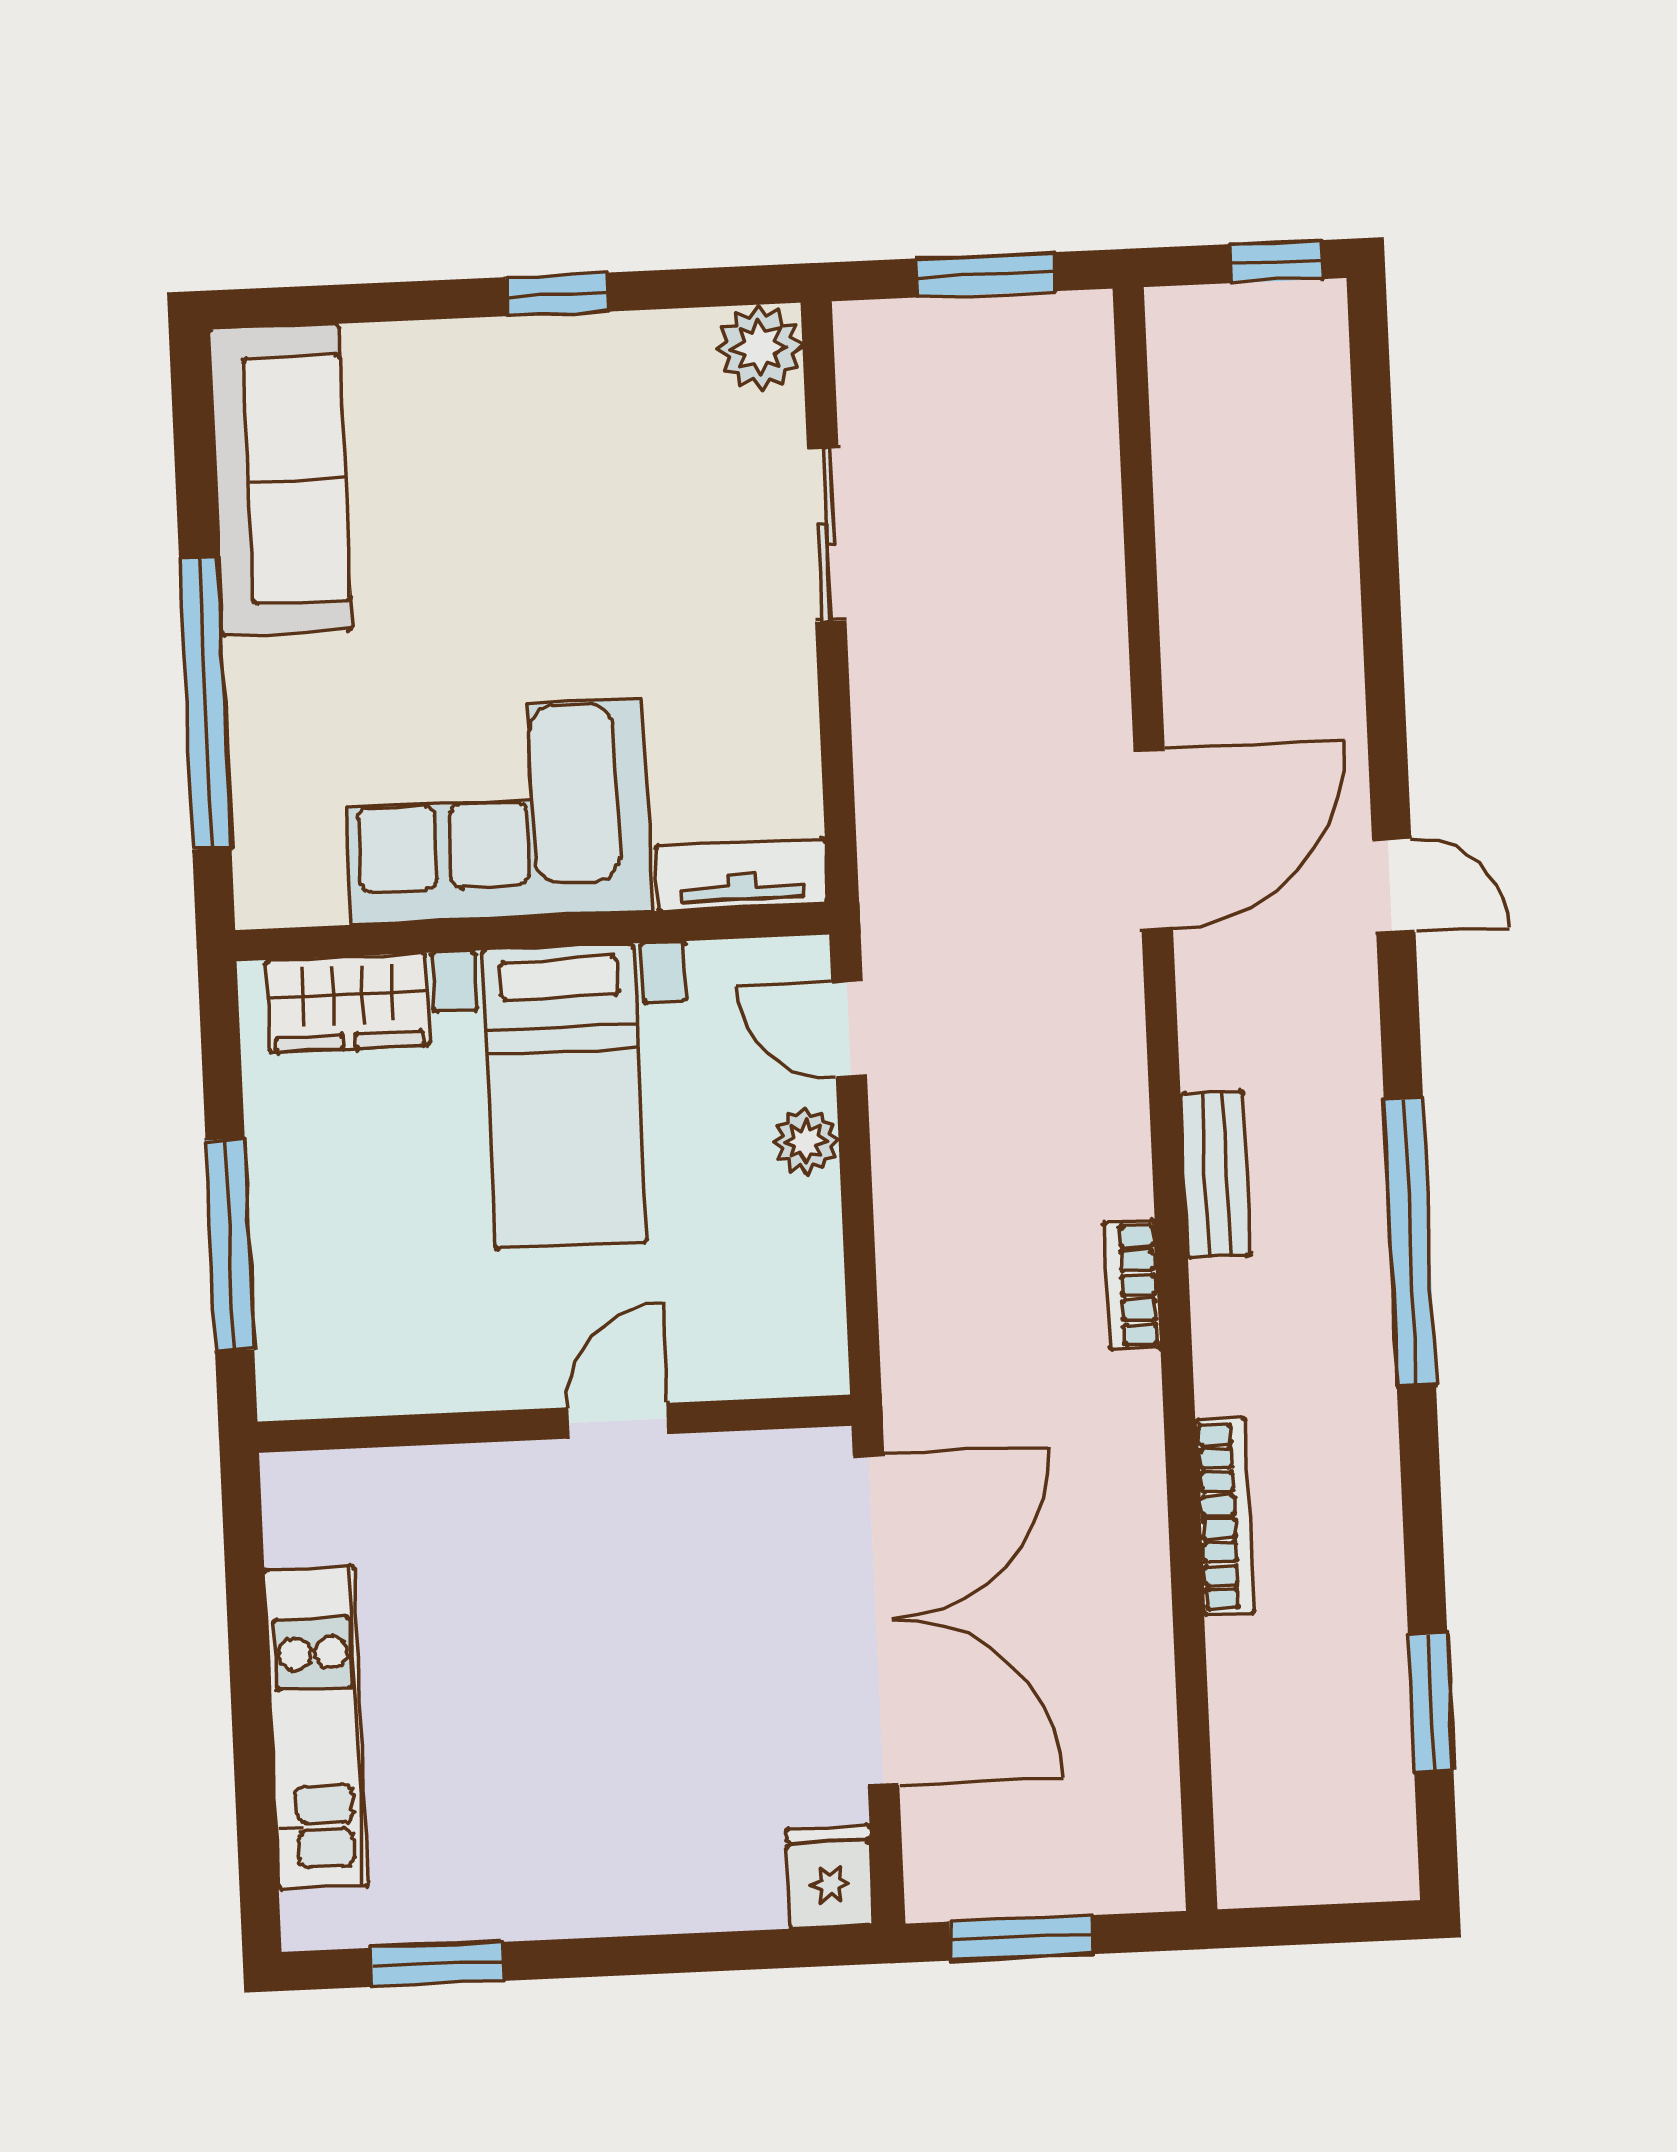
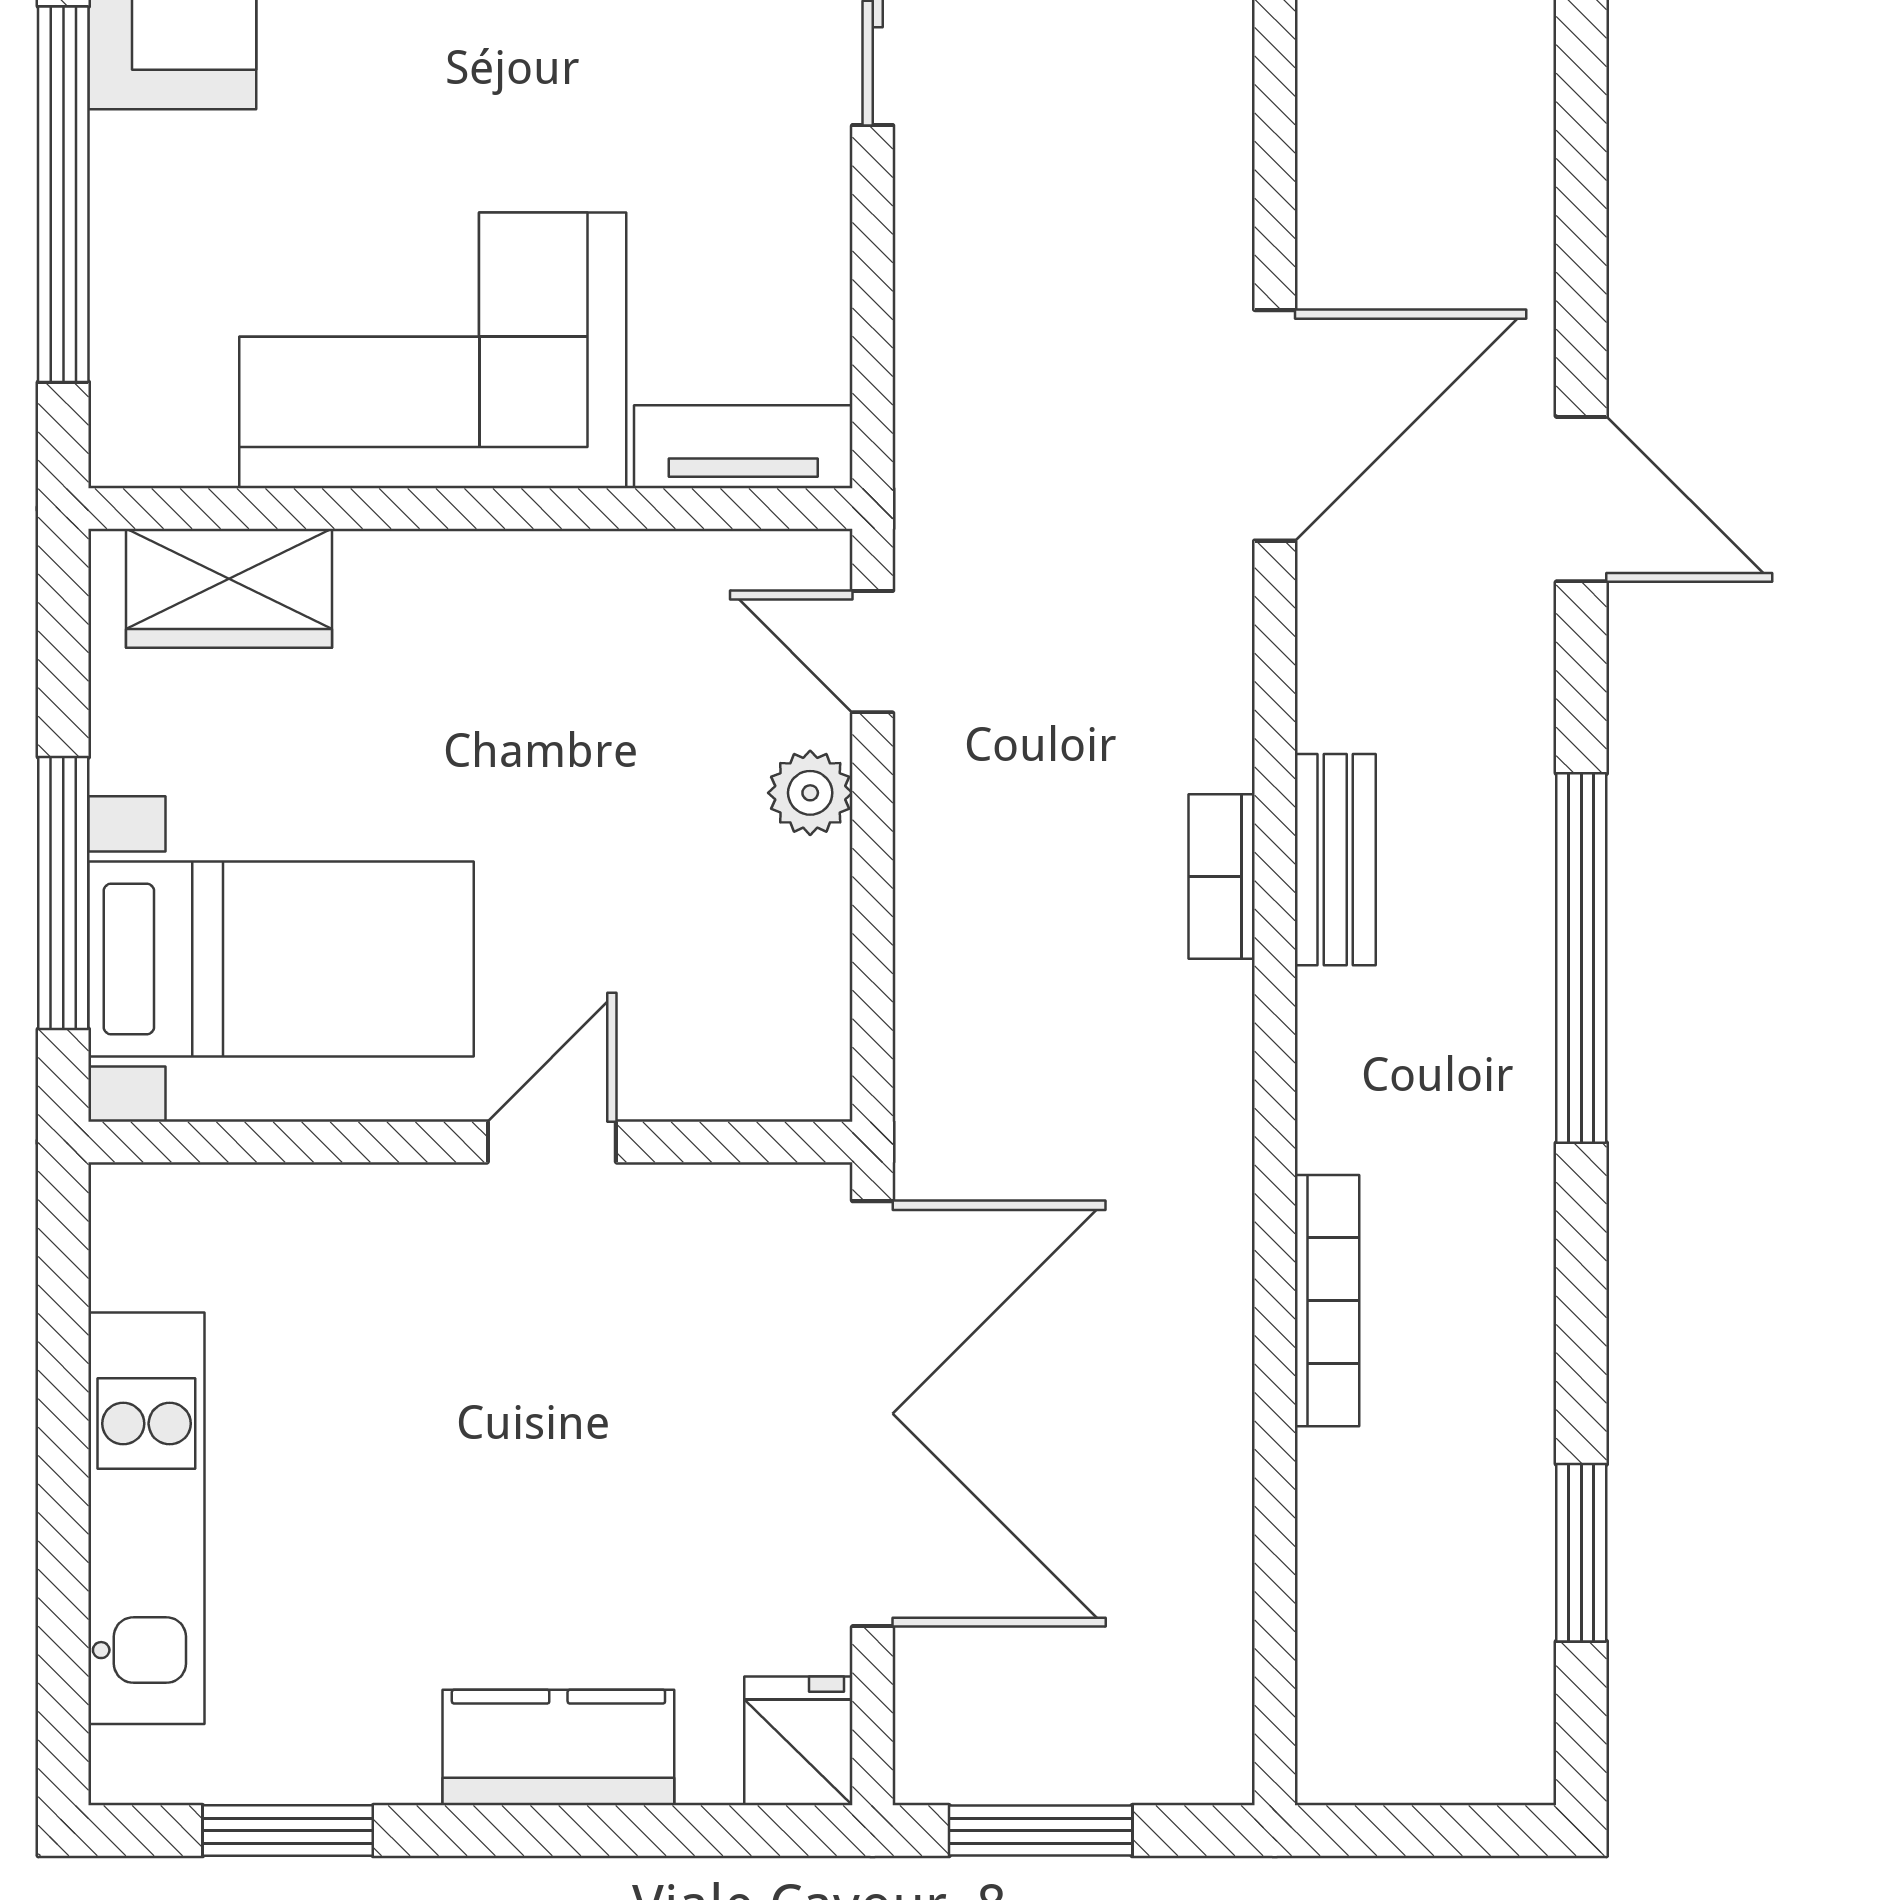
door: (1394, 886) -> (1581, 499), width x1.38
bed with nightstands: (565, 1096) -> (281, 959), moved, turned -90
bookcase: (1132, 1285) -> (1222, 876), moved
kitchen counter: (644, 1890) -> (558, 1748), added

